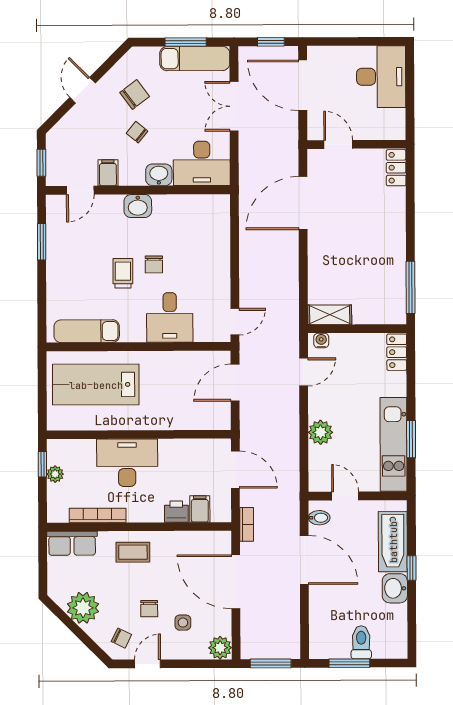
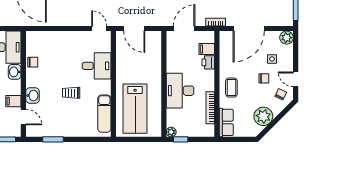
washbasin: (138, 206) -> (33, 95), moved
chair: (154, 264) -> (33, 62), moved
plant: (55, 474) -> (171, 132), moved

